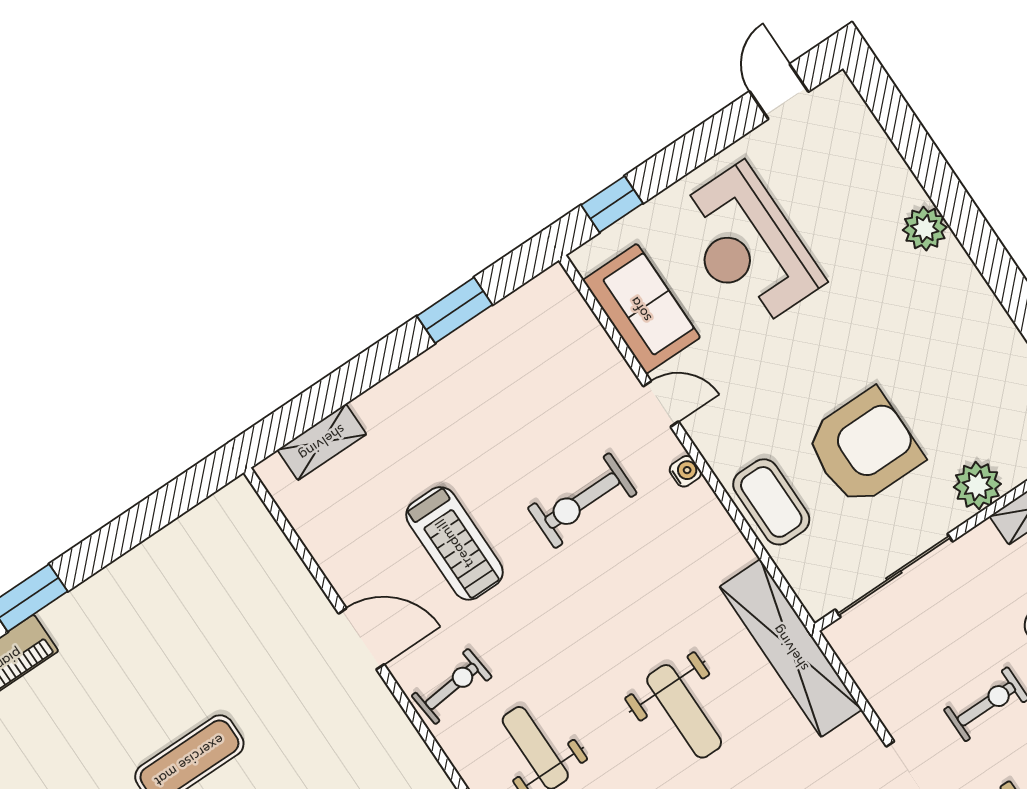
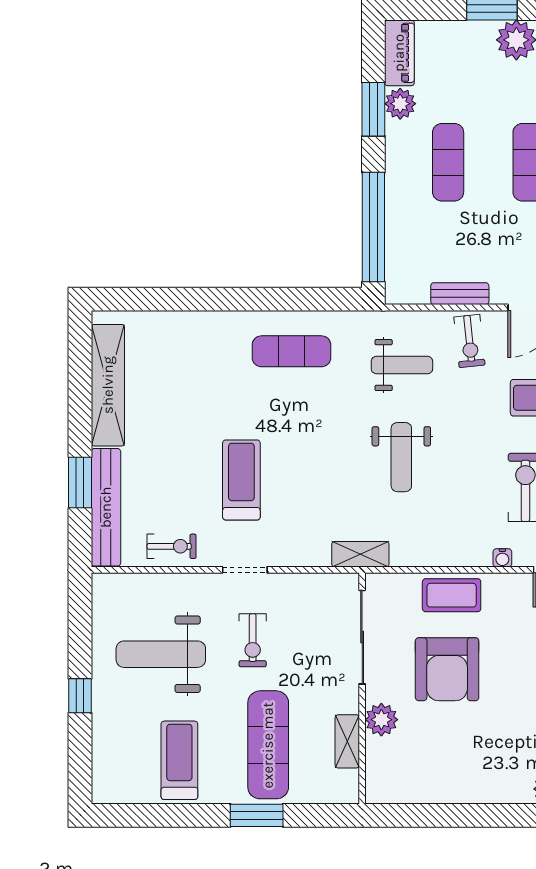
shelving: (791, 648) -> (360, 554), width x0.45, depth x0.75
weight bench: (684, 711) -> (401, 457), moved, turned -90
bench: (403, 736) -> (460, 294), added

